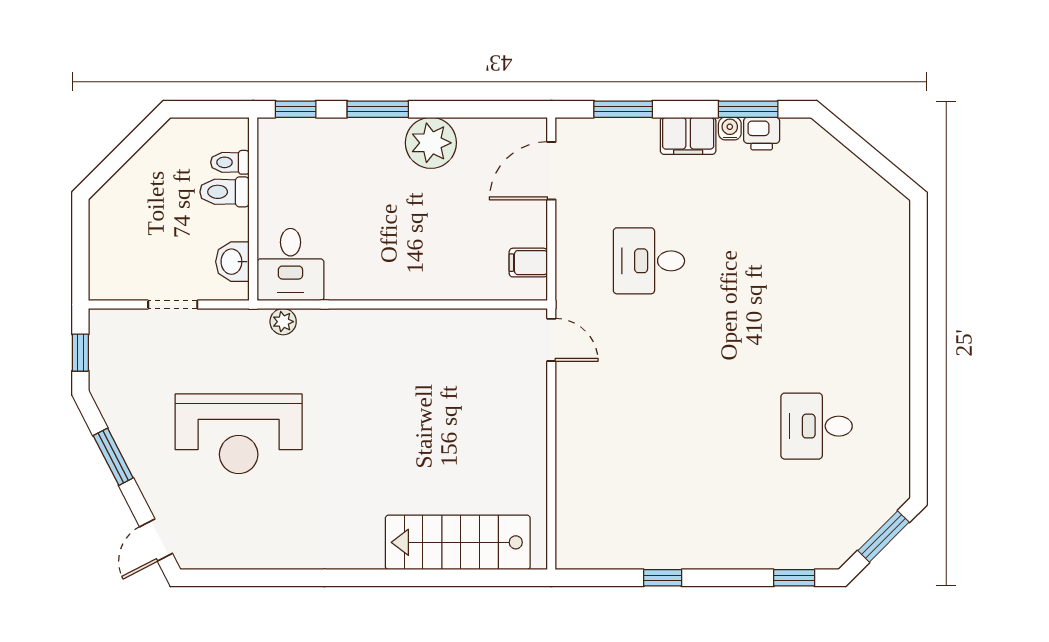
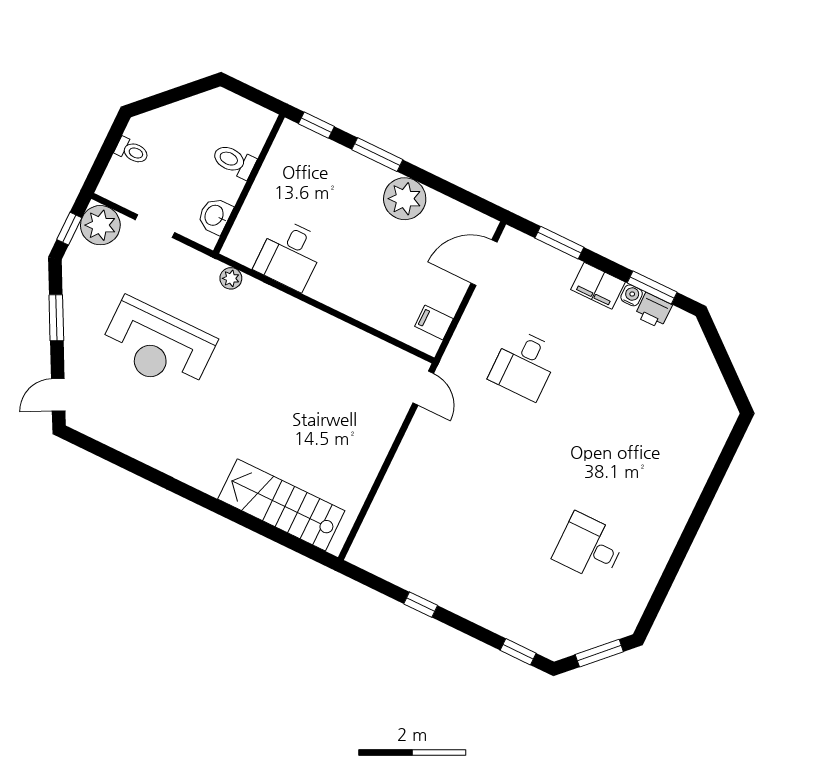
toilet: (230, 162) -> (132, 151), moved, turned 180
desk: (649, 261) -> (524, 365), turned -90
desk: (290, 265) -> (290, 255), moved
plant: (112, 332) -> (100, 225), added

